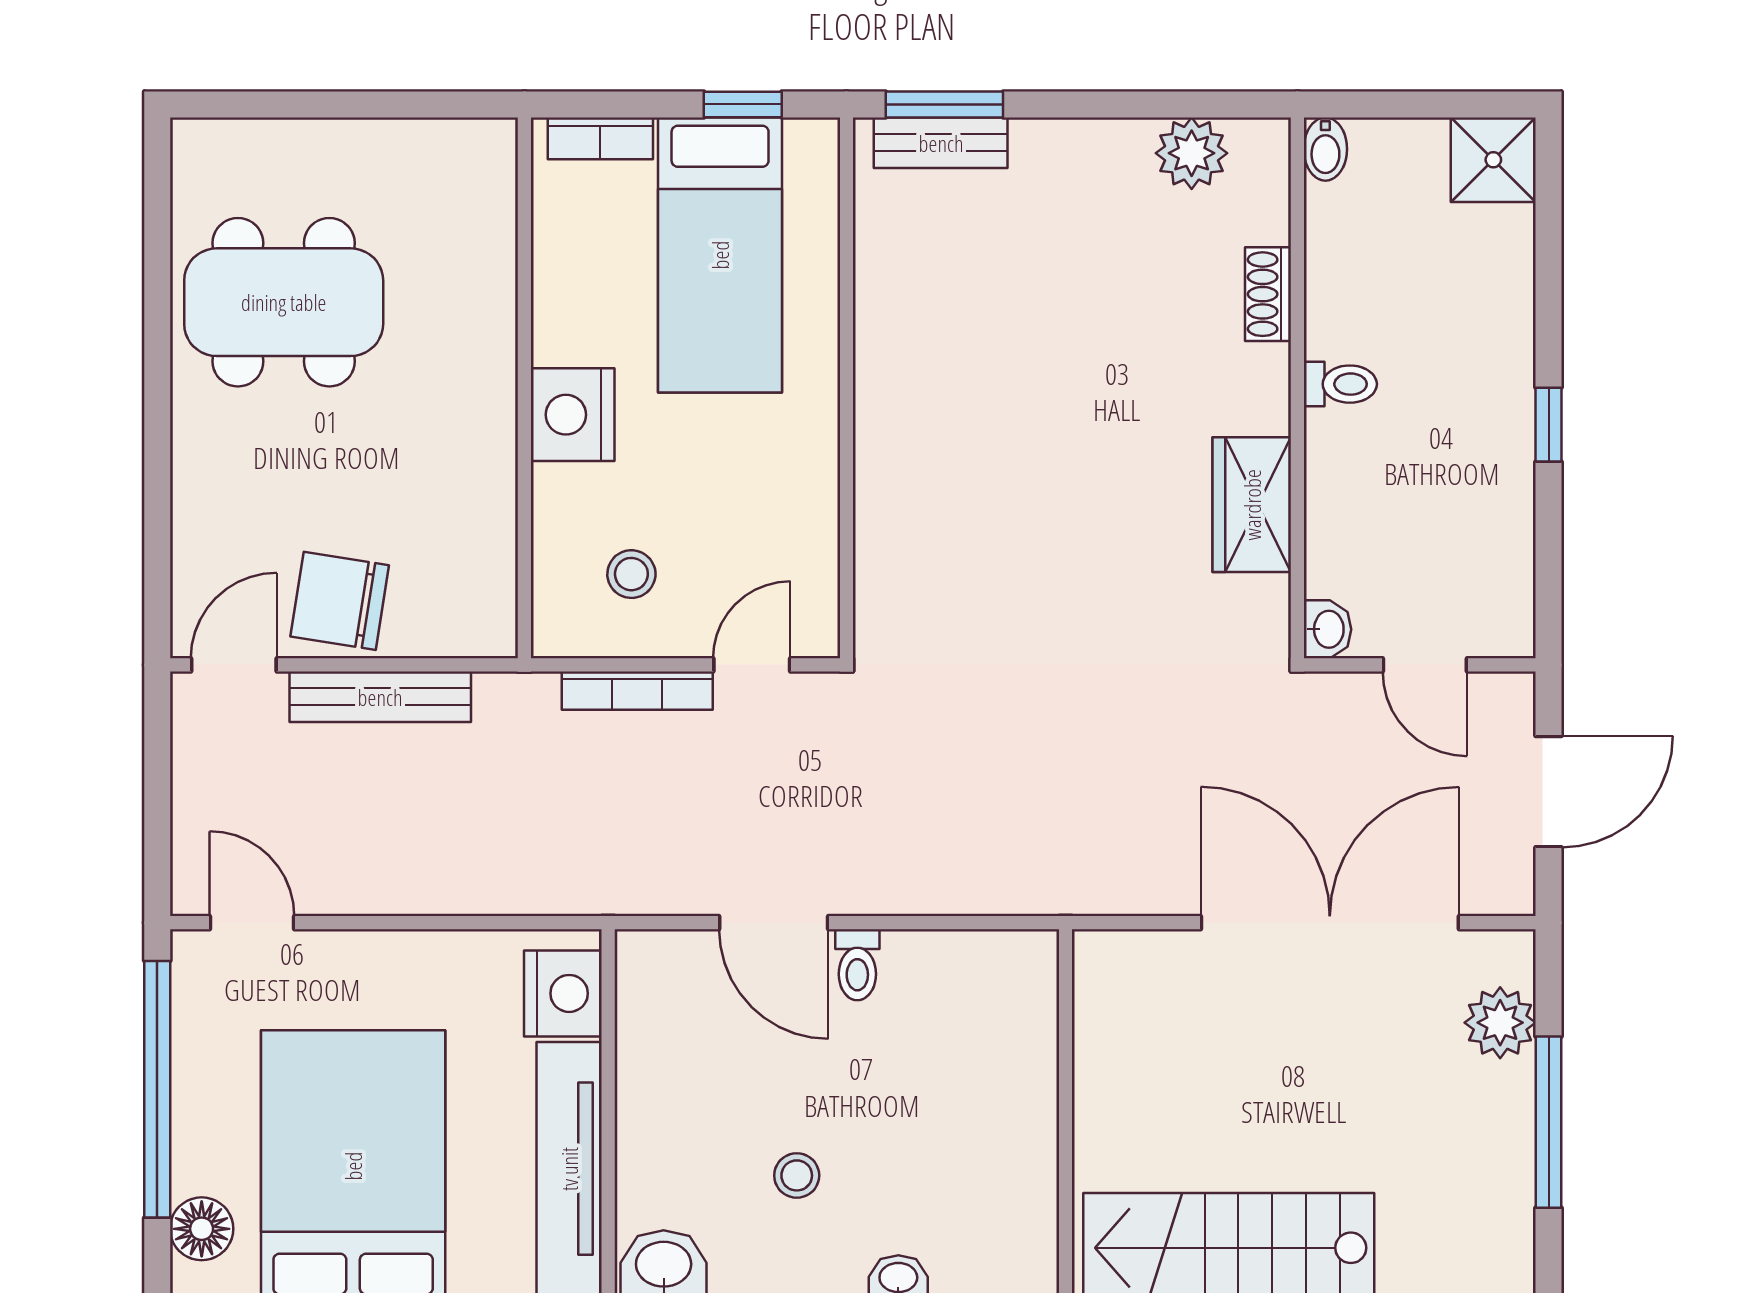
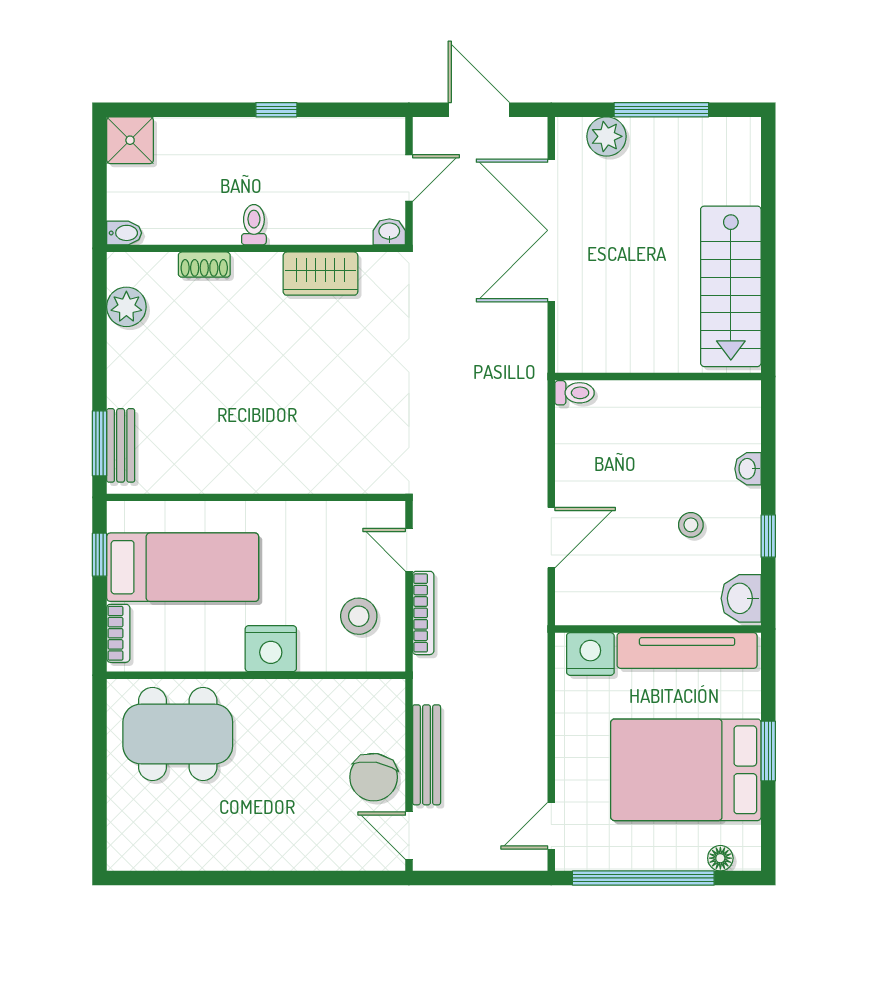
dining table: (284, 302) -> (178, 734), moved, turned 90
stool: (631, 574) -> (359, 616), width x1.37, depth x1.37
toilet: (857, 965) -> (575, 393), moved
floor lamp: (202, 1229) -> (720, 858), width x0.73, depth x0.73

